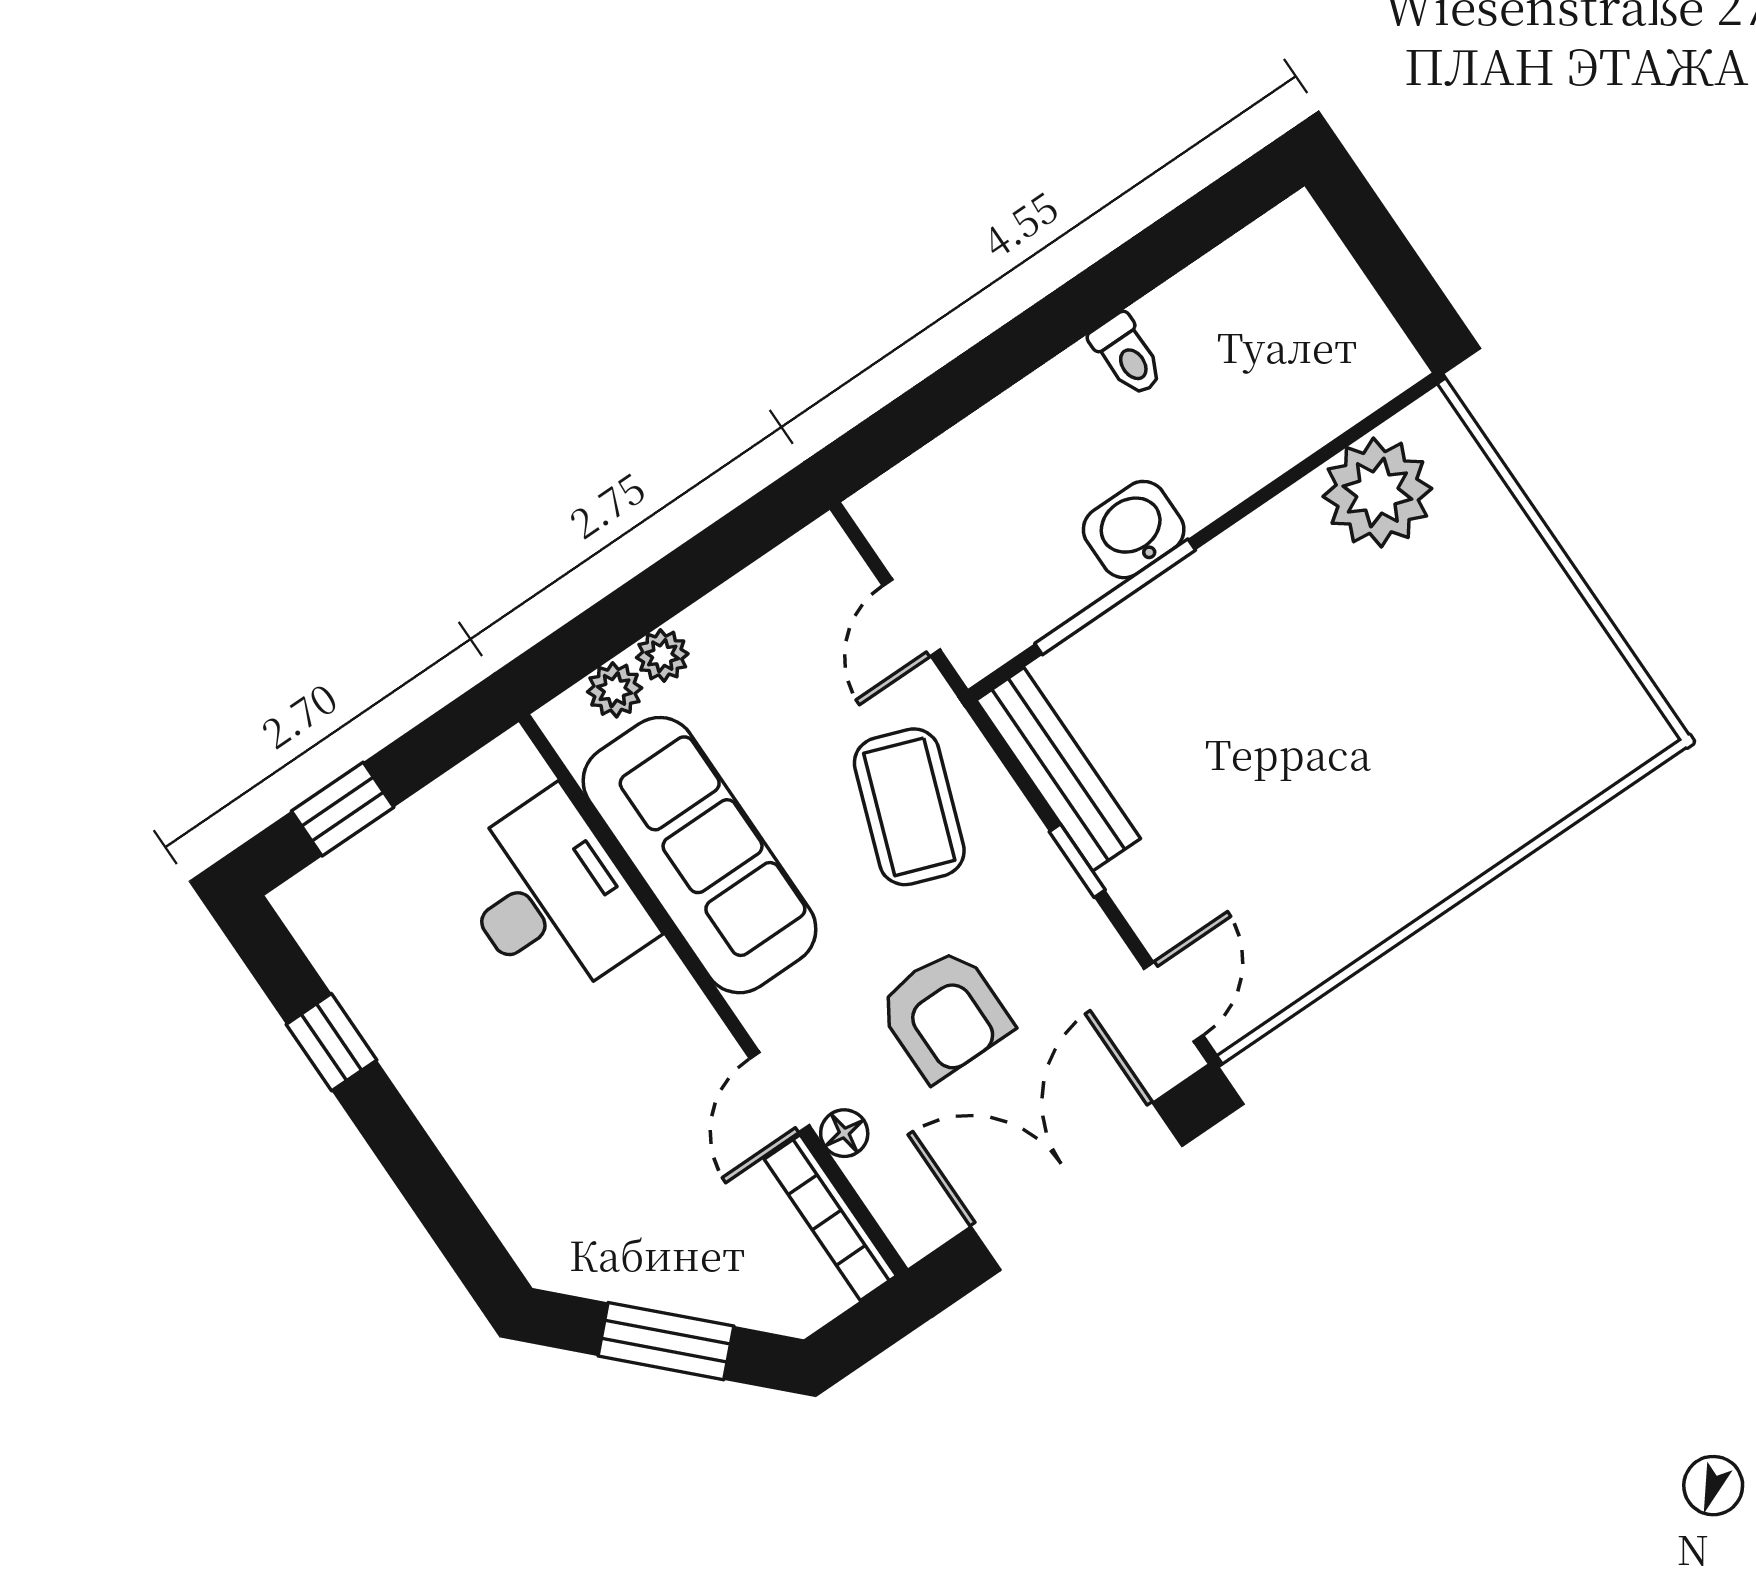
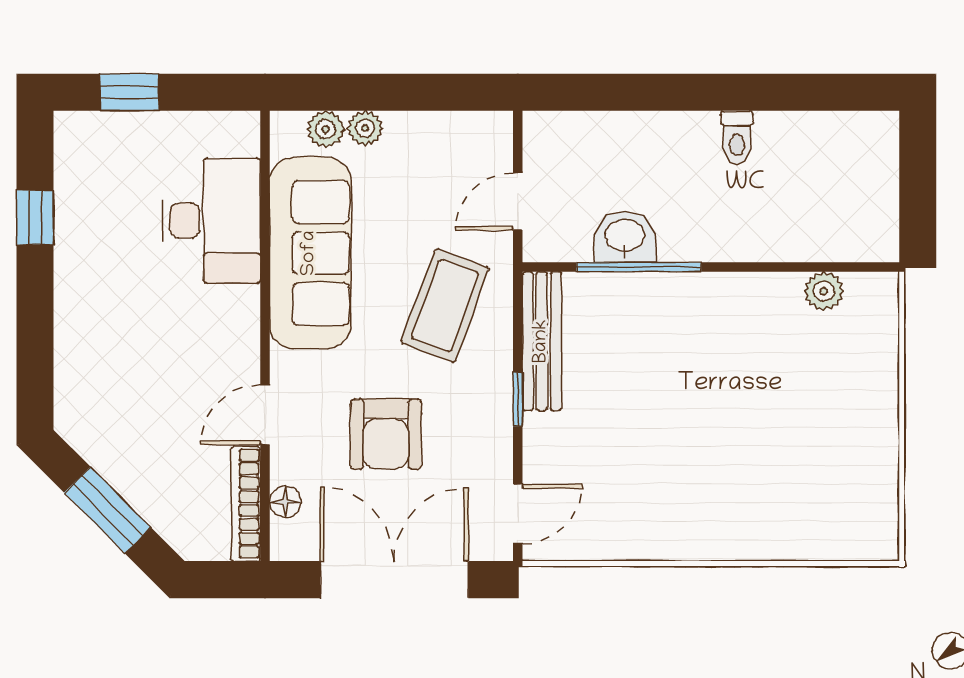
plant: (1377, 493) -> (824, 291), width x0.53, depth x0.53
washbasin: (1134, 530) -> (625, 237), moved
floor lamp: (844, 1133) -> (285, 502), moved

